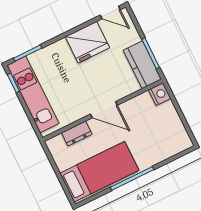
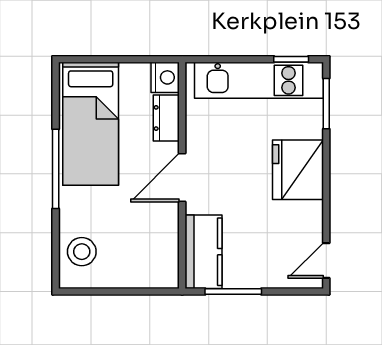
fridge: (87, 42) -> (298, 170), moved
kitchen counter: (142, 65) -> (204, 252), moved, turned 90
nightstand: (160, 94) -> (165, 77), moved, turned -90
stool: (169, 143) -> (82, 252), added

